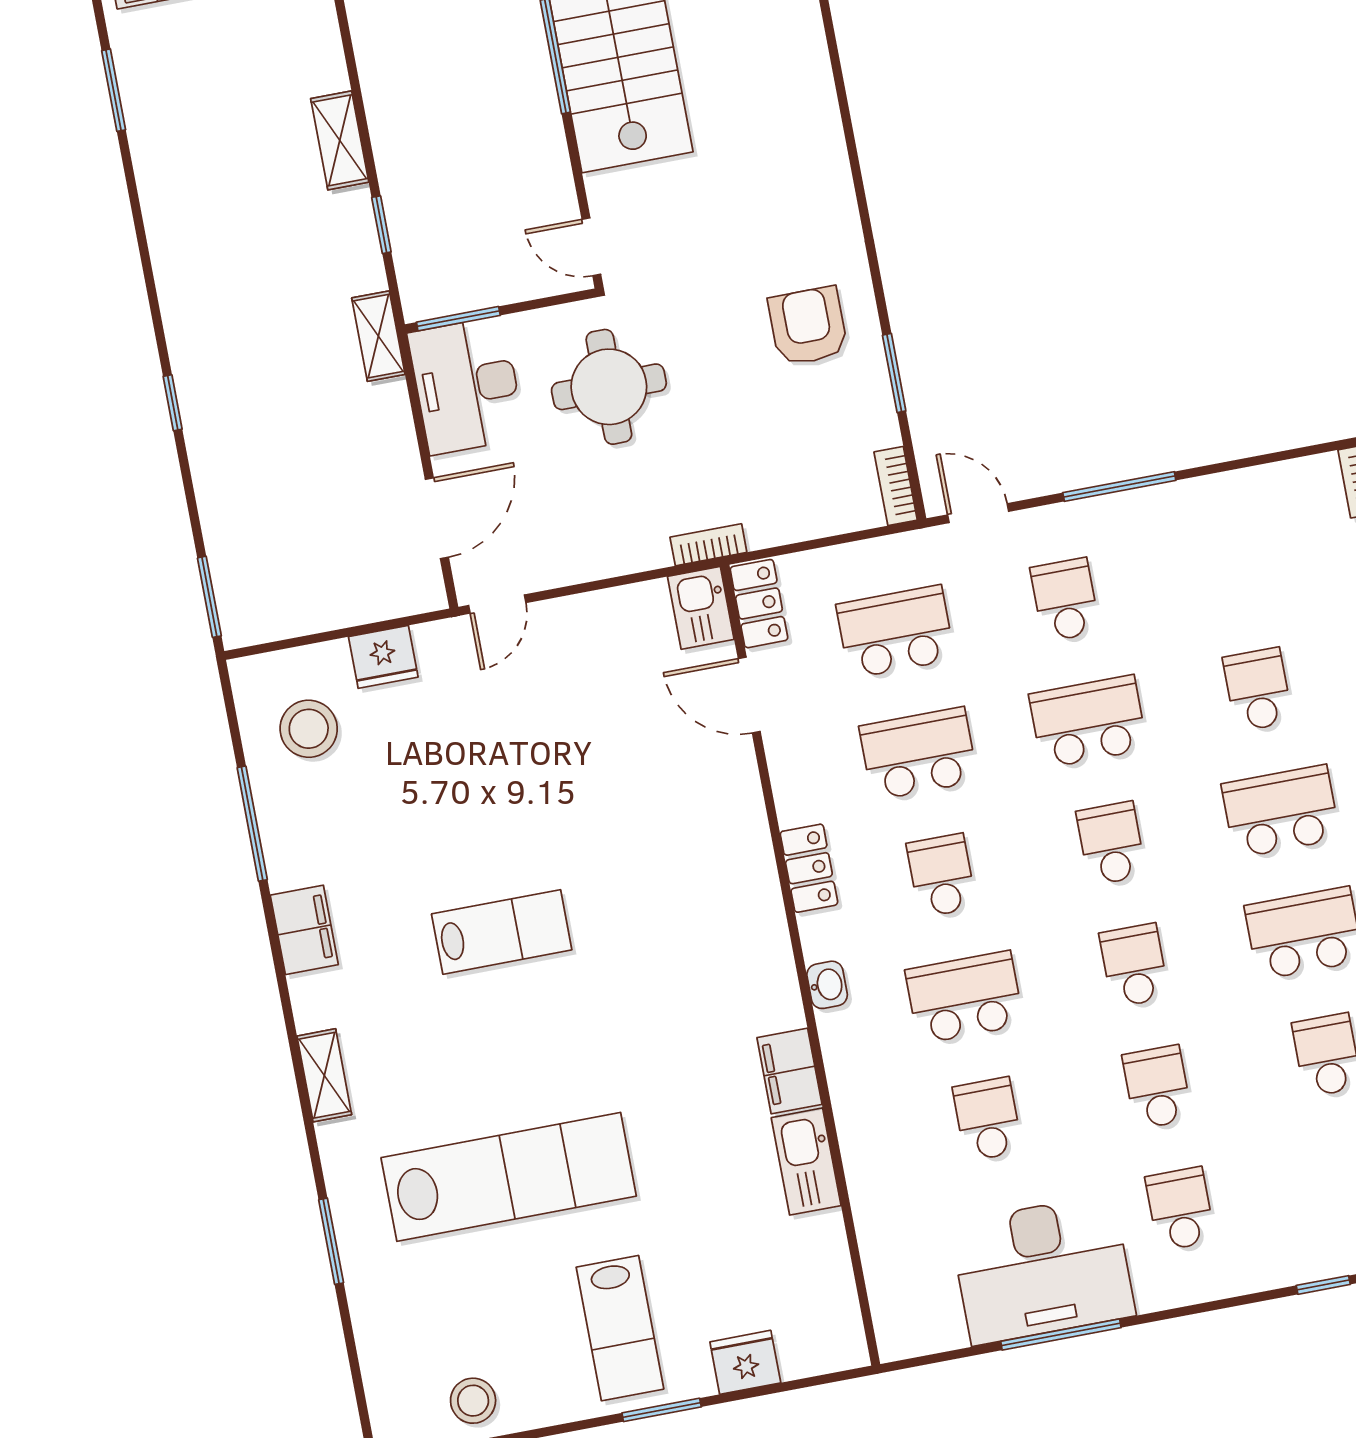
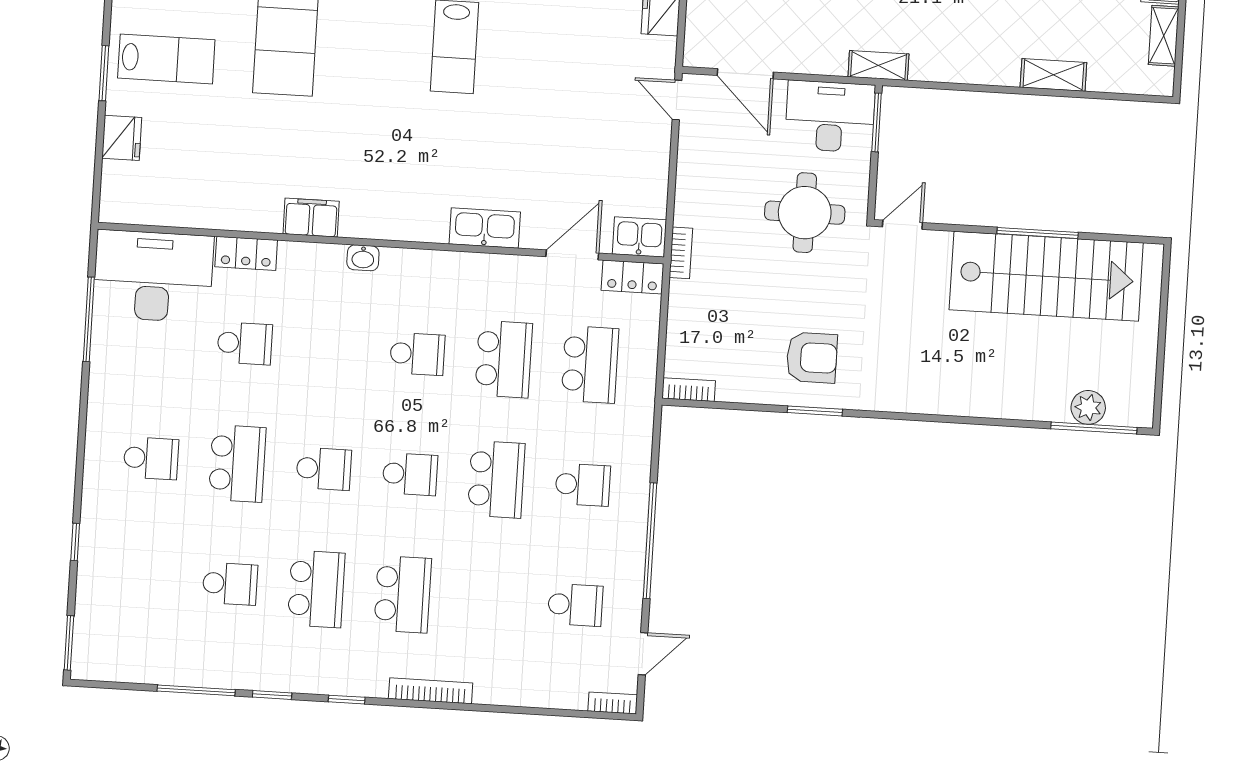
shelving: (340, 140) -> (1053, 75), moved
window: (381, 225) -> (953, 86), removed
window: (894, 373) -> (815, 411), moved
window: (1119, 487) -> (650, 541), width x1.46
door: (978, 513) -> (643, 654), moved
school desk: (1258, 690) -> (575, 605), moved
locker: (809, 868) -> (246, 253), moved
school desk: (965, 997) -> (331, 349), removed
school desk: (1157, 1087) -> (237, 464), width x1.85
kitchen sink: (806, 1162) -> (485, 228), moved
desk: (1042, 1269) -> (153, 276), moved, turned 90
lab bench: (620, 1328) -> (166, 59), turned 180
window: (1061, 1334) -> (89, 319), moved

